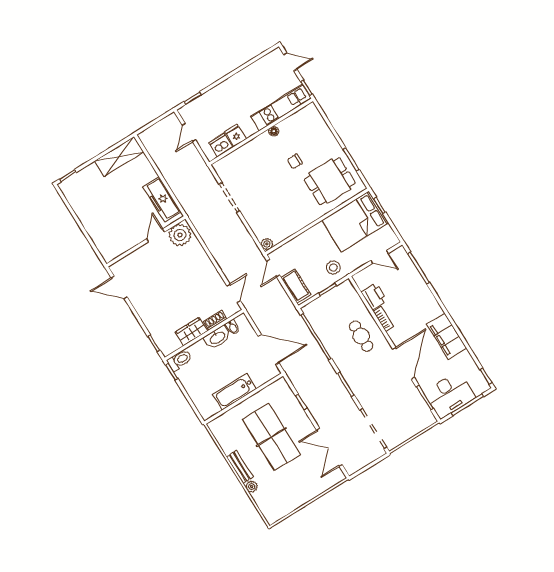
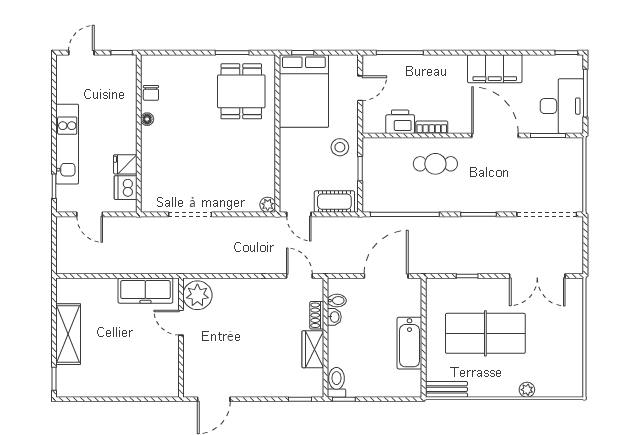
kitchen unit: (281, 107) -> (67, 144), moved, turned 180
shelving: (119, 156) -> (68, 334), moved
chair: (295, 161) -> (151, 93), moved
washbasin: (217, 337) -> (334, 317), width x0.52, depth x0.69
bench: (240, 467) -> (446, 389), moved

